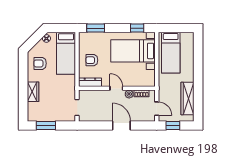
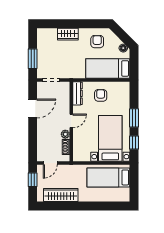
window: (96, 28) -> (134, 118), moved
window: (46, 126) -> (33, 59), moved
door: (121, 126) -> (33, 109), moved

